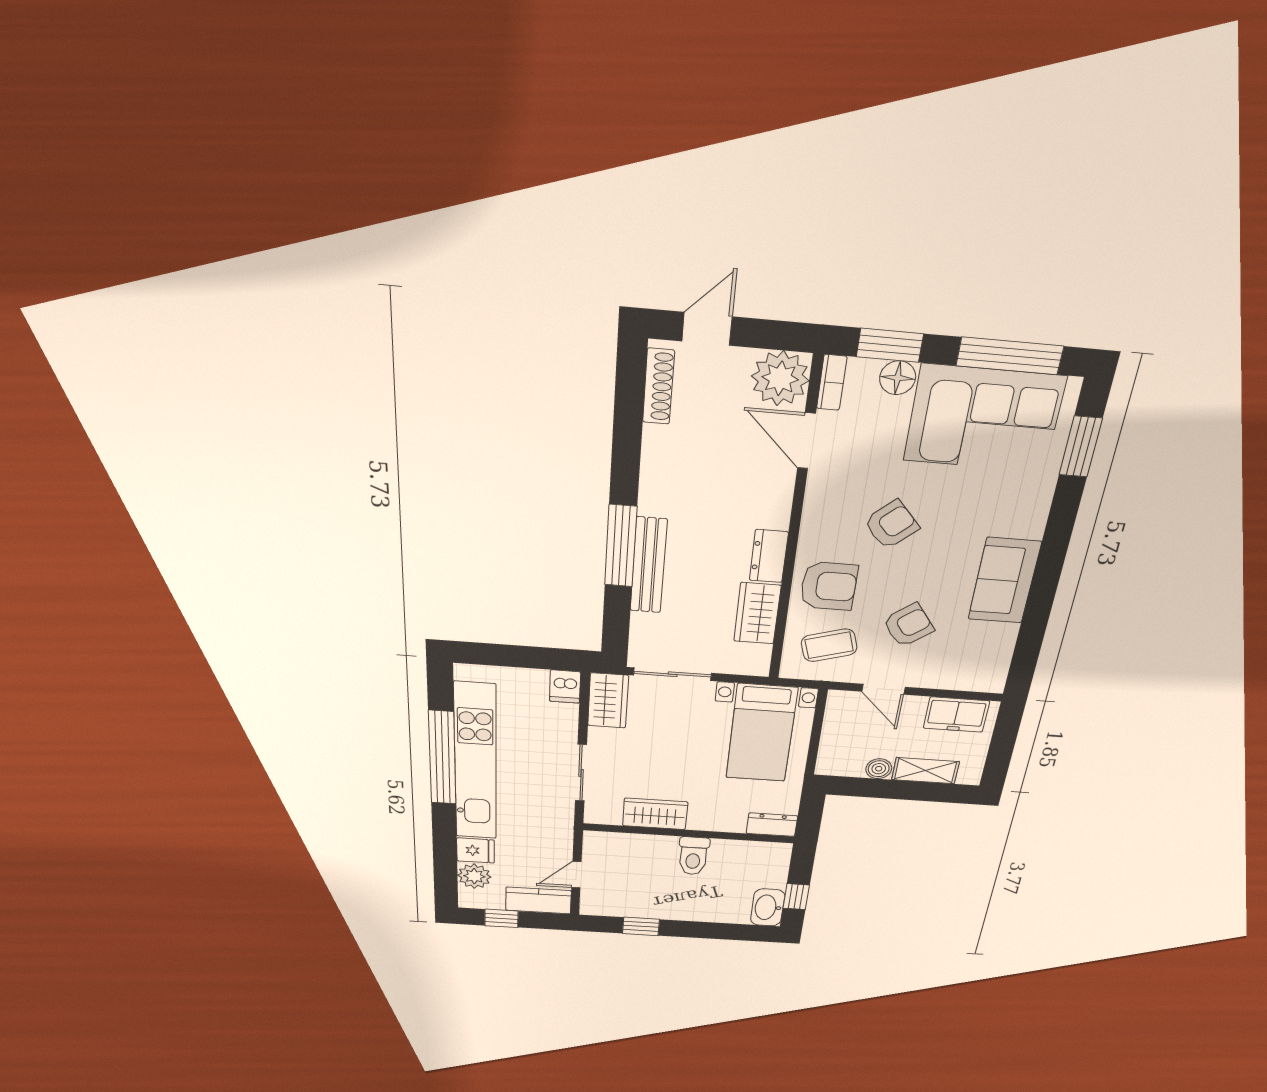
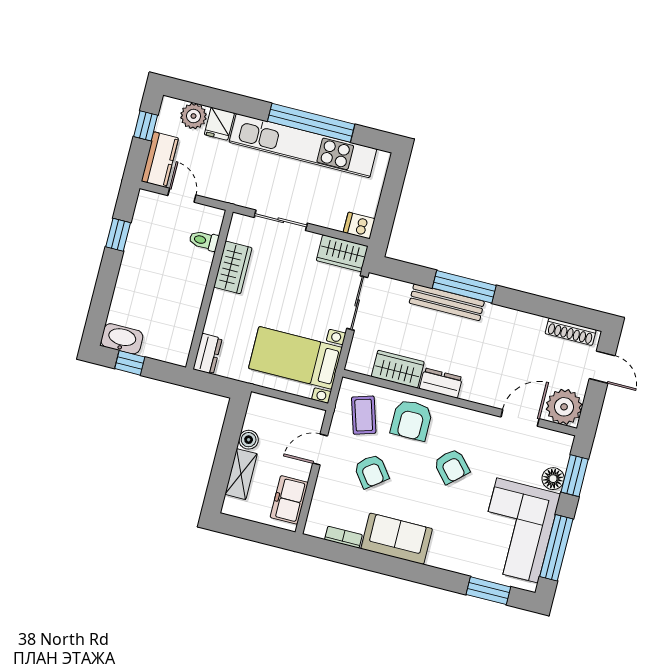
bookcase: (832, 382) -> (343, 537), moved, turned 180
toilet: (693, 856) -> (204, 241), moved, width x0.73, depth x0.72

